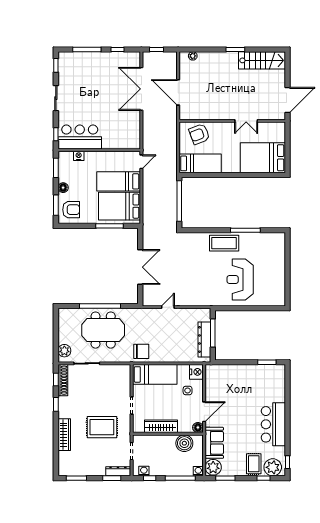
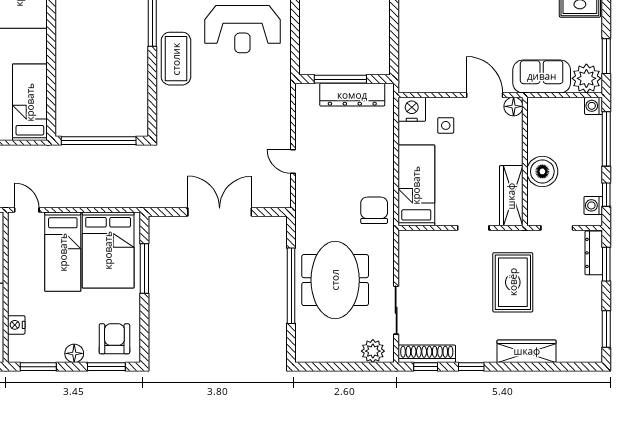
wardrobe: (161, 426) -> (511, 196), moved
boiler: (184, 443) -> (542, 171), moved

